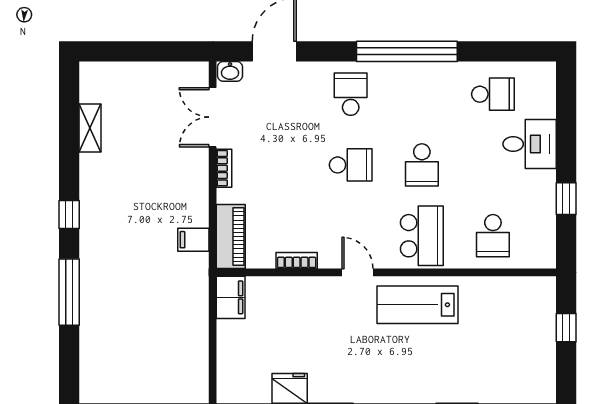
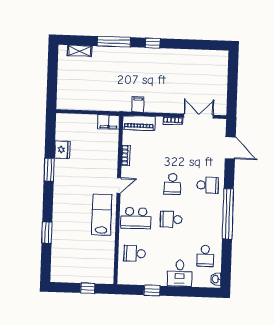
washbasin: (230, 71) -> (216, 279), moved
shelving: (90, 128) -> (80, 51), moved

